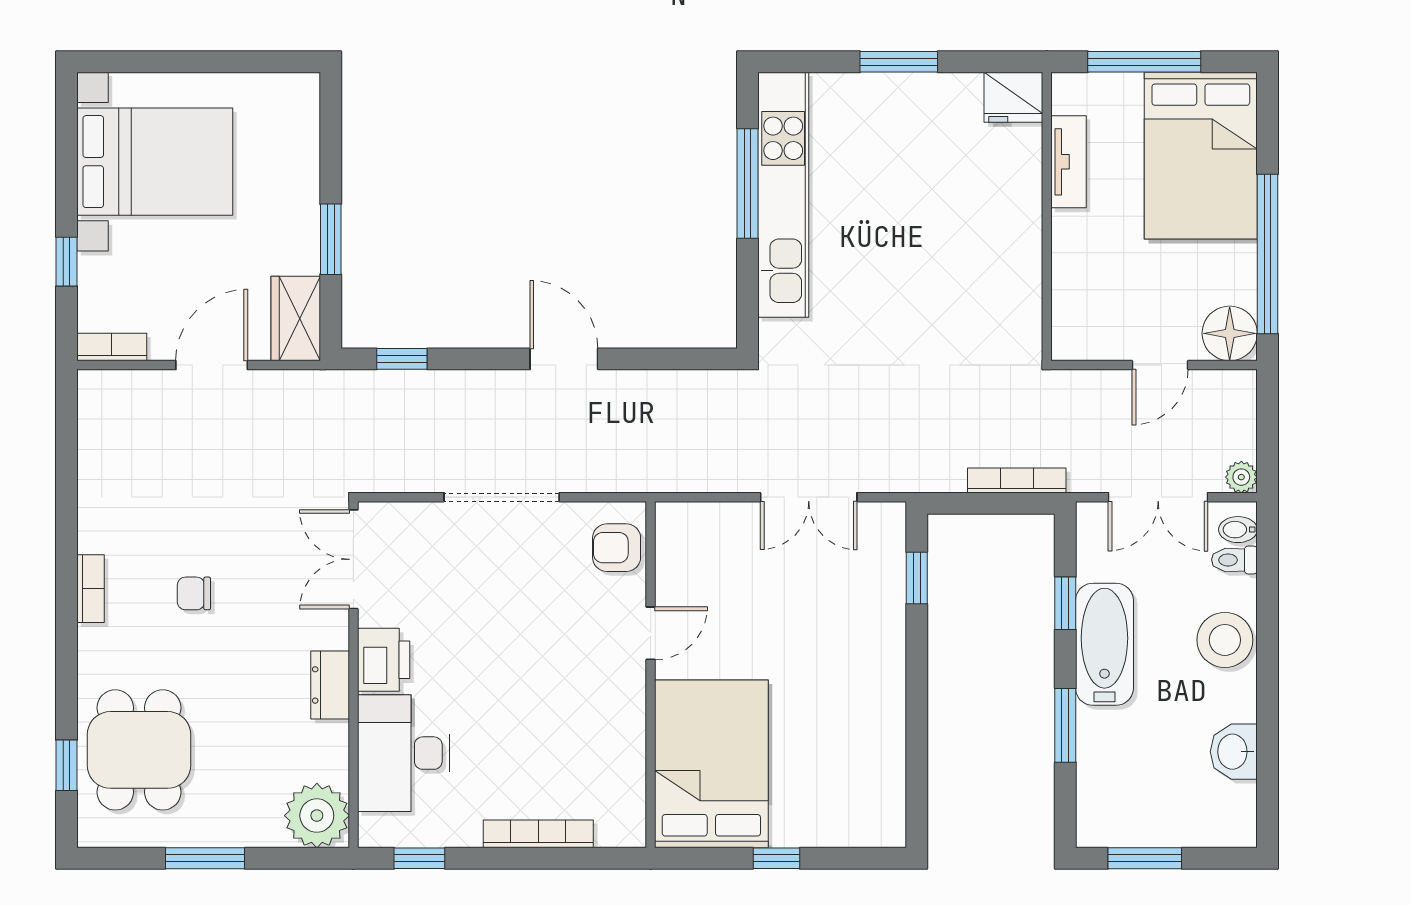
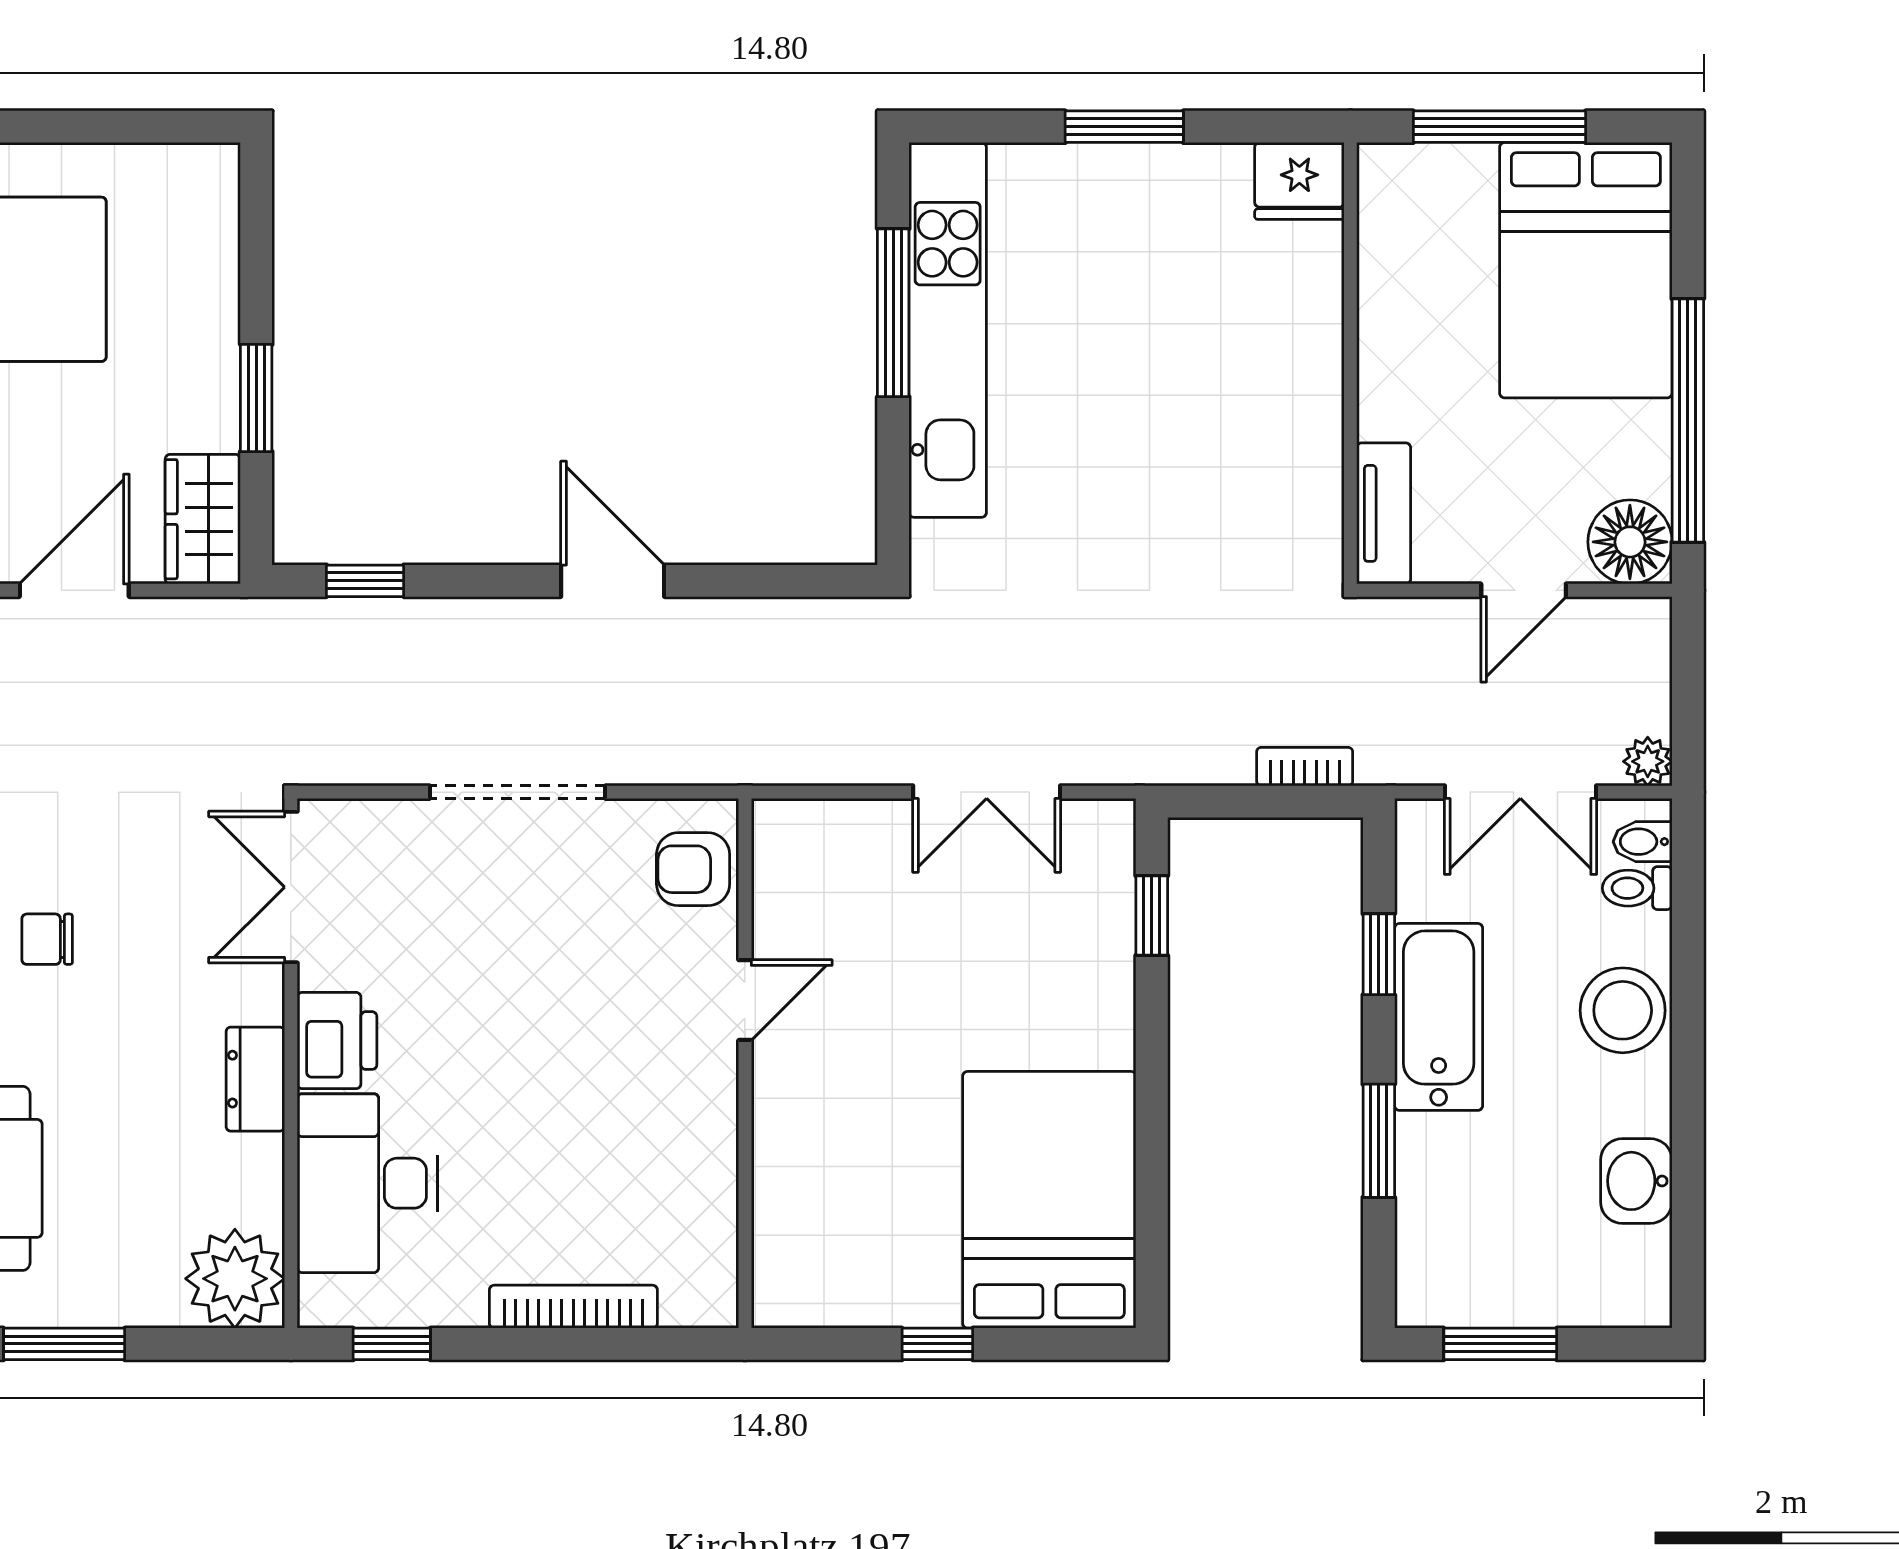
tv unit: (1068, 162) -> (1384, 513), moved
bookcase: (1017, 480) -> (1305, 767), width x0.64
bed: (711, 764) -> (1049, 1200), moved

